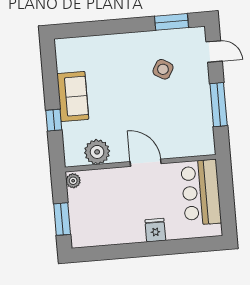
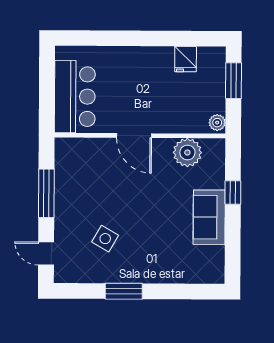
window: (171, 22) -> (124, 291), moved
fridge: (155, 230) -> (186, 59), moved

